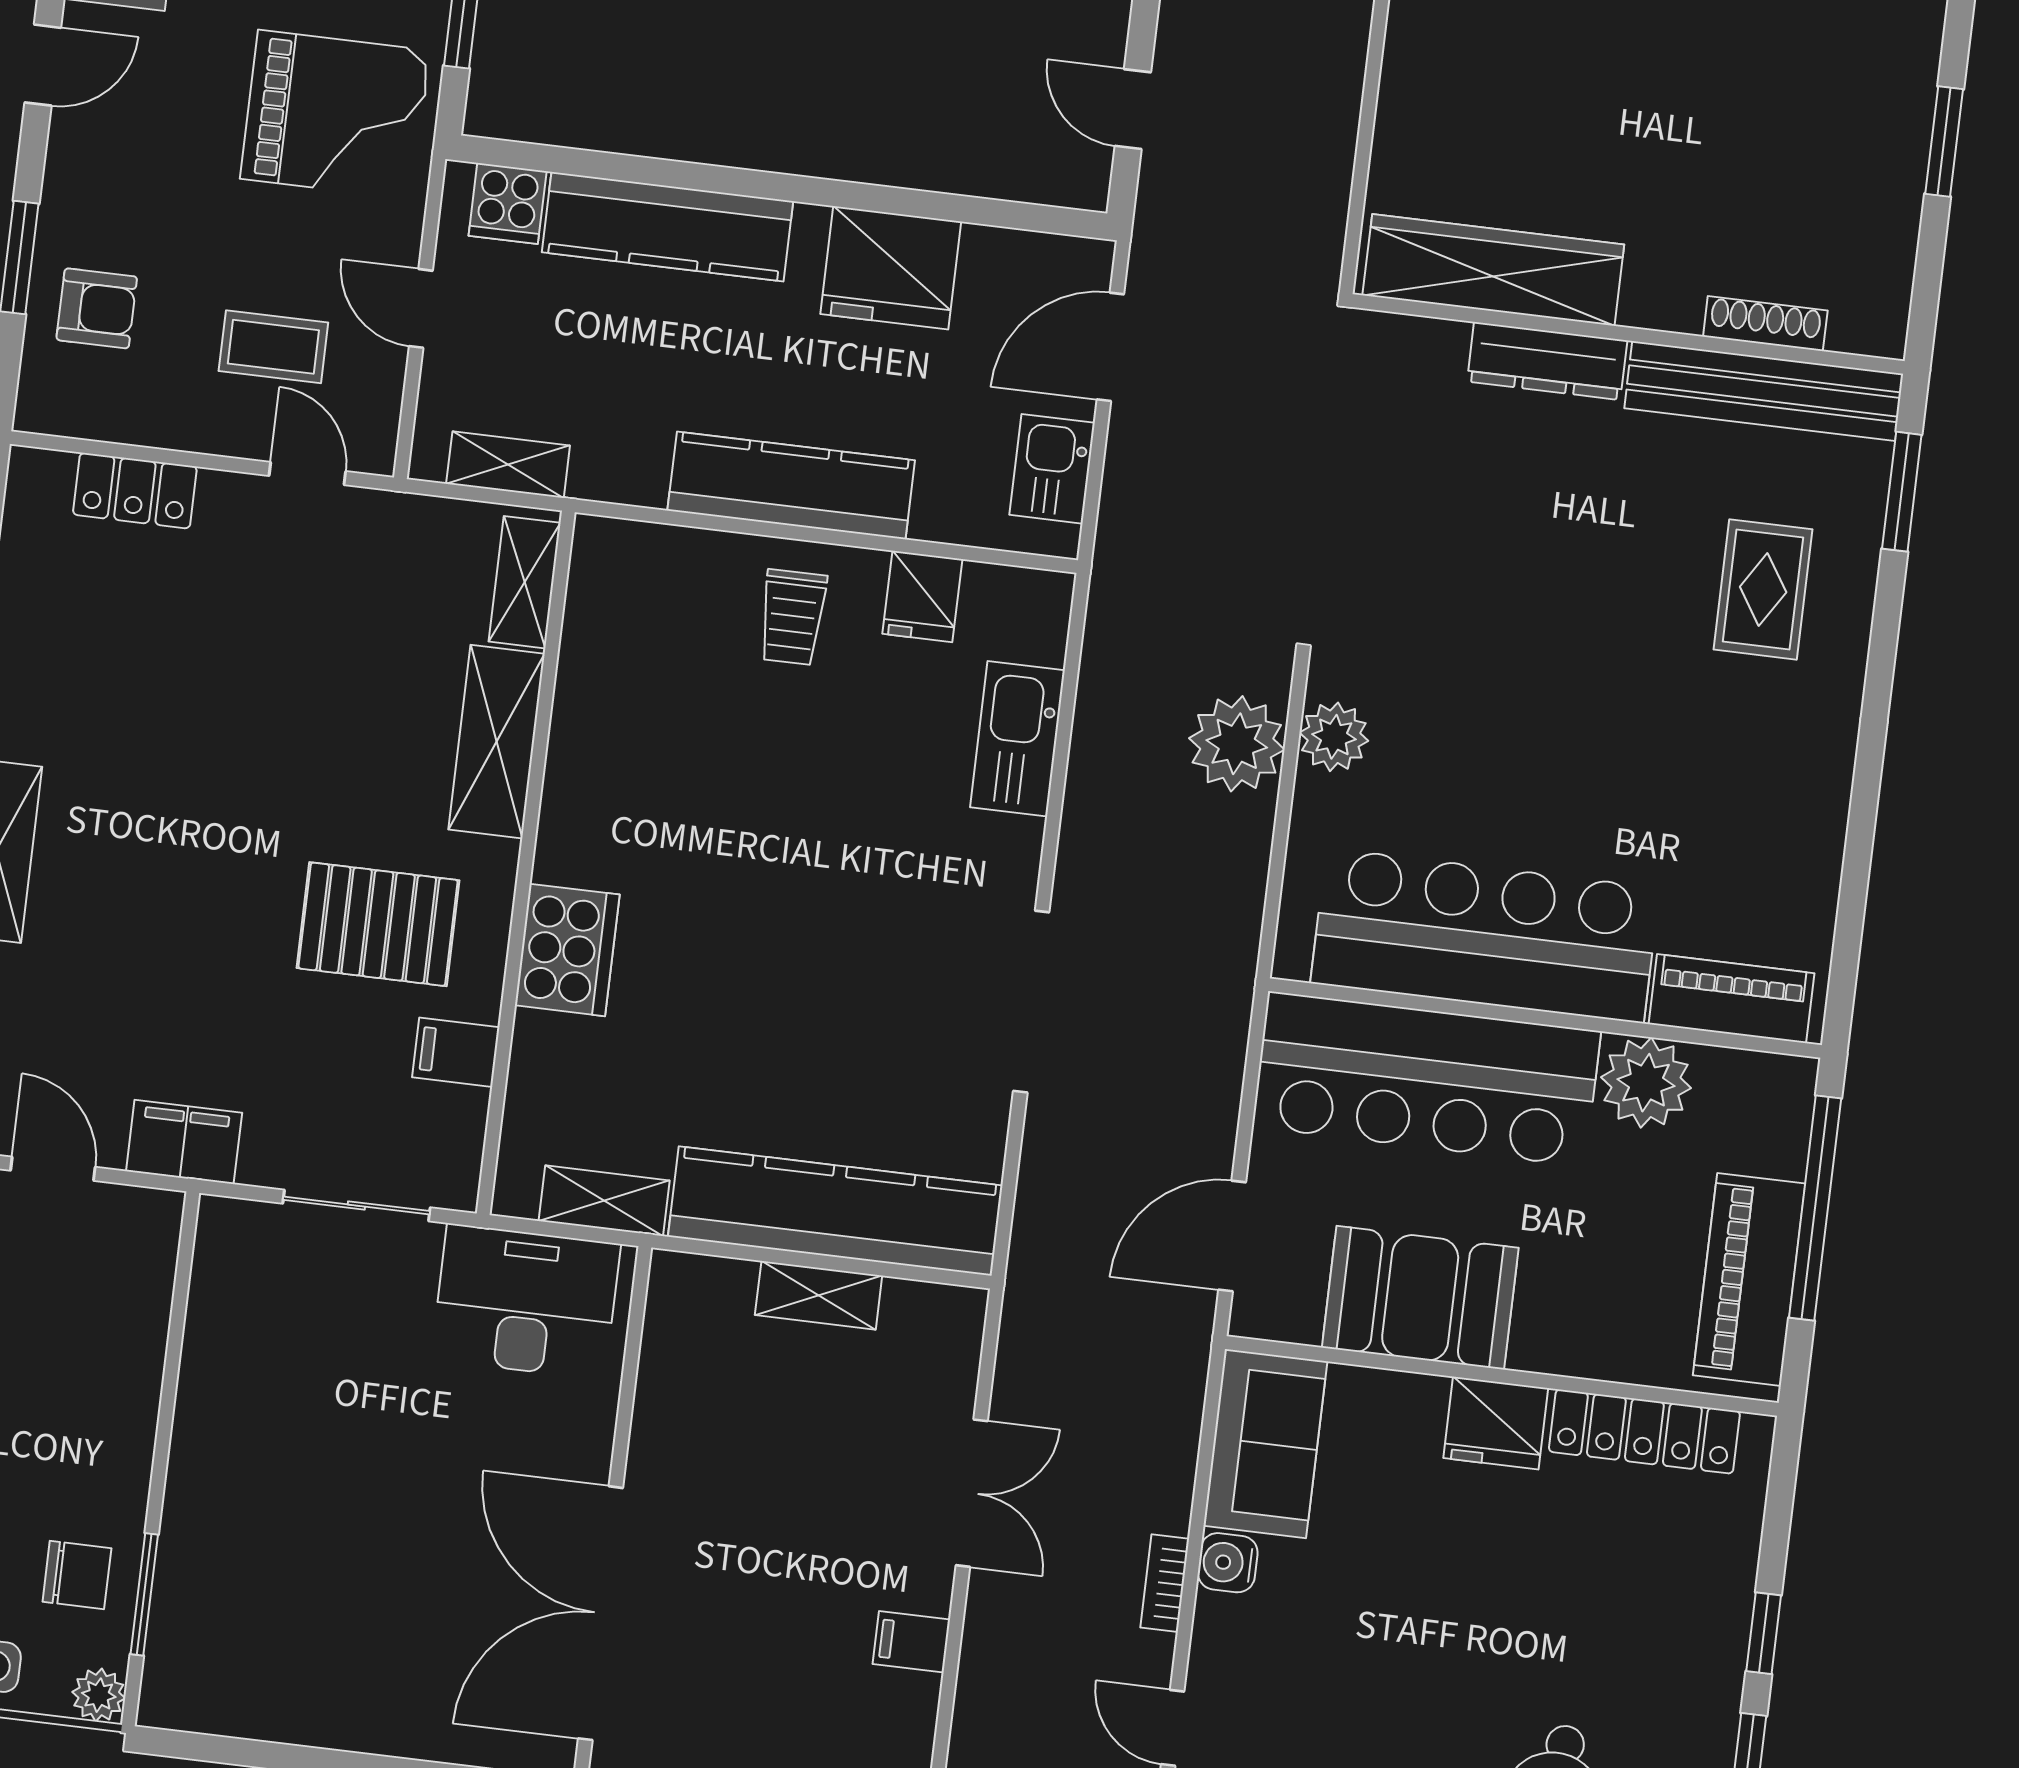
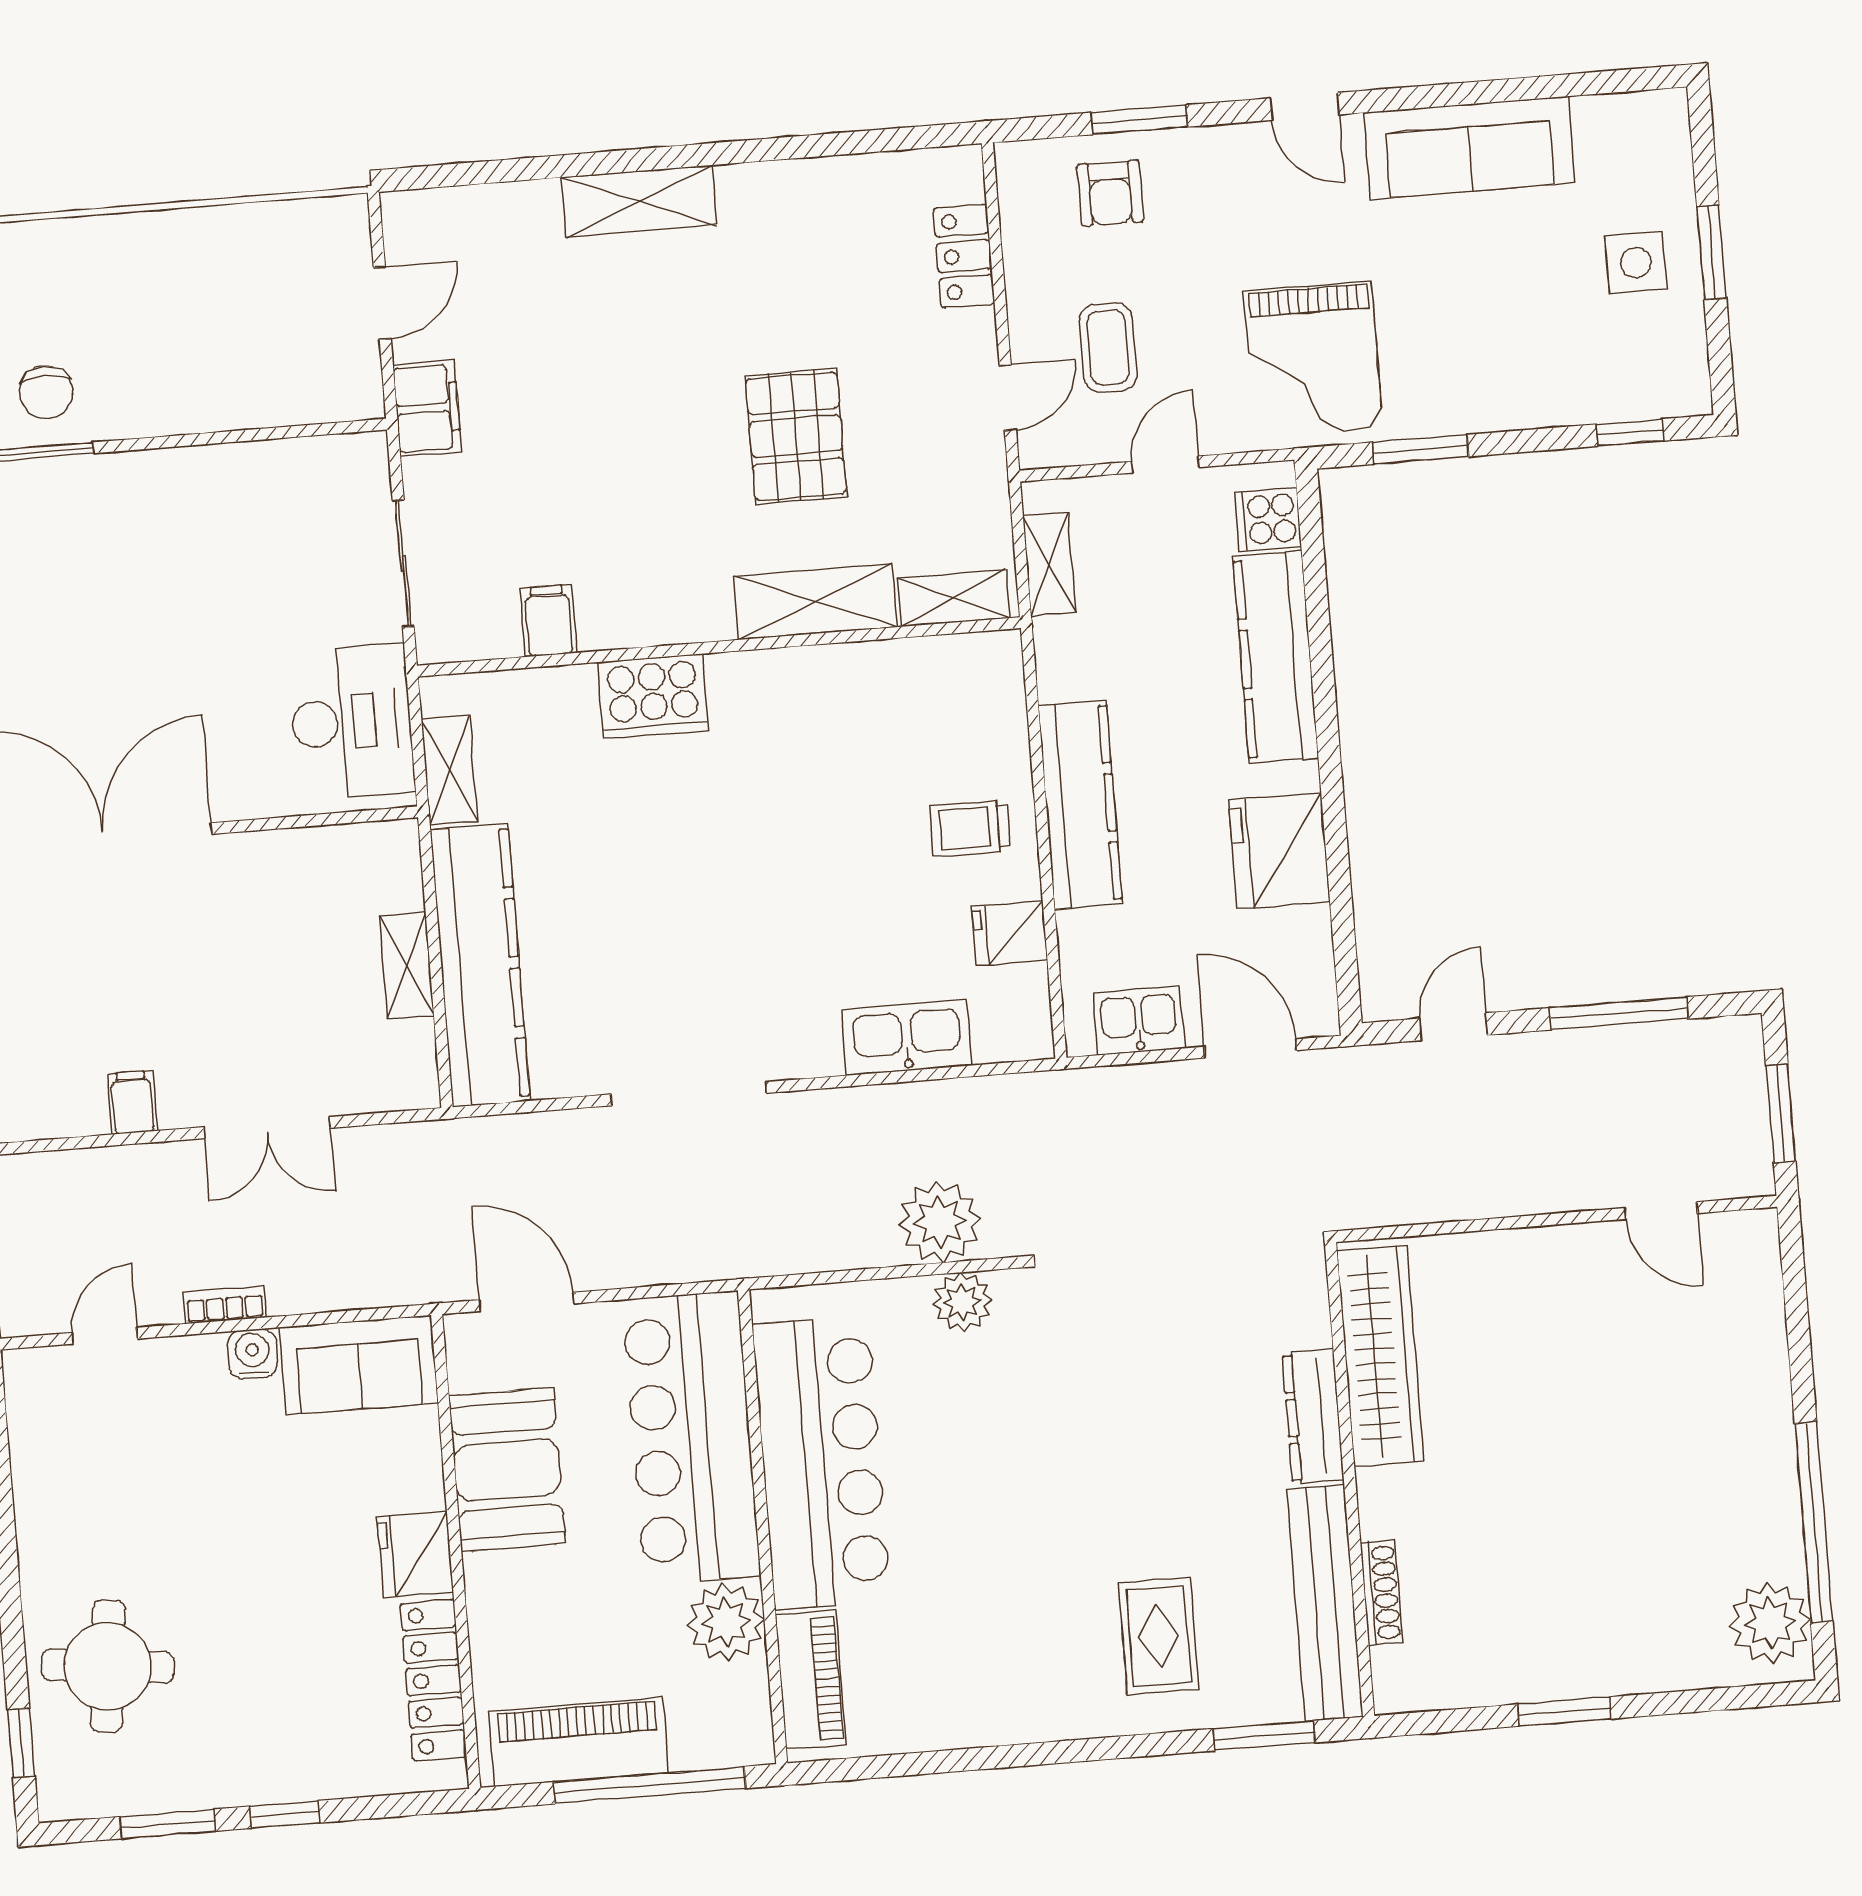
rug: (1763, 589) -> (1159, 1636), turned 90
pallet: (378, 924) -> (796, 436), moved

